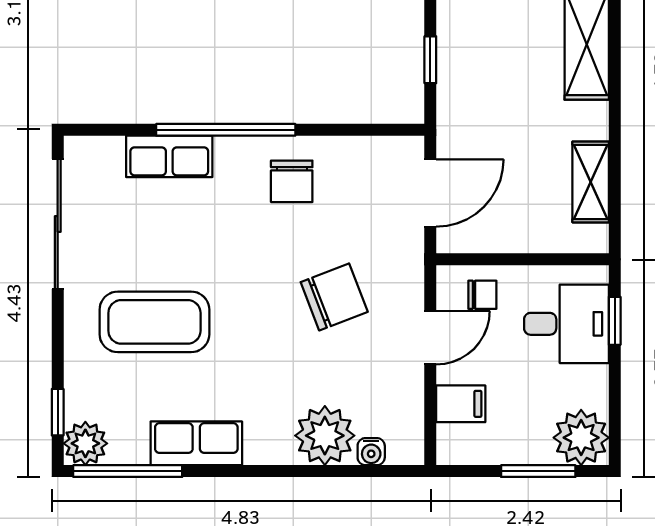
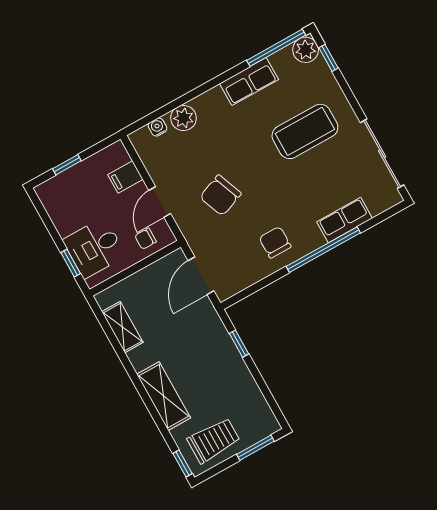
plant: (325, 436) -> (183, 118), width x0.73, depth x0.73
plant: (581, 438) -> (55, 194), removed
window: (538, 471) -> (67, 165), width x0.67

